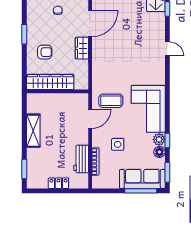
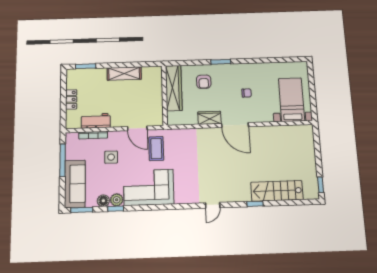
window: (141, 191) -> (63, 160), moved

